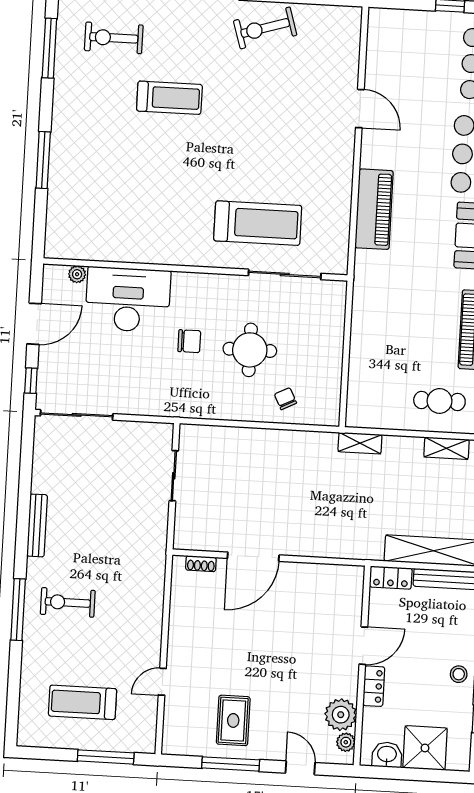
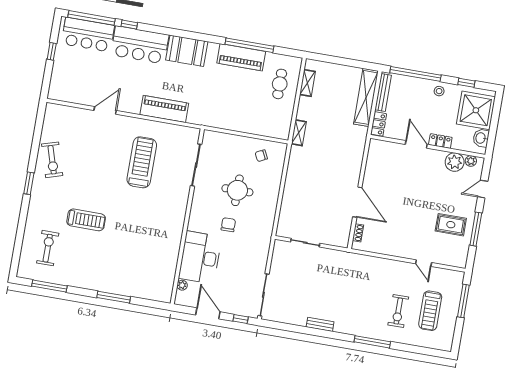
exercise bike: (114, 38) -> (48, 248), turned 180
treadmill: (169, 98) -> (86, 220), turned 90
treadmill: (258, 223) -> (142, 162), moved
chair: (285, 399) -> (261, 156), moved
bench: (37, 525) -> (320, 324), width x0.73
exercise bike: (68, 602) -> (398, 311), moved
shower: (425, 748) -> (476, 110), width x1.37, depth x1.37

